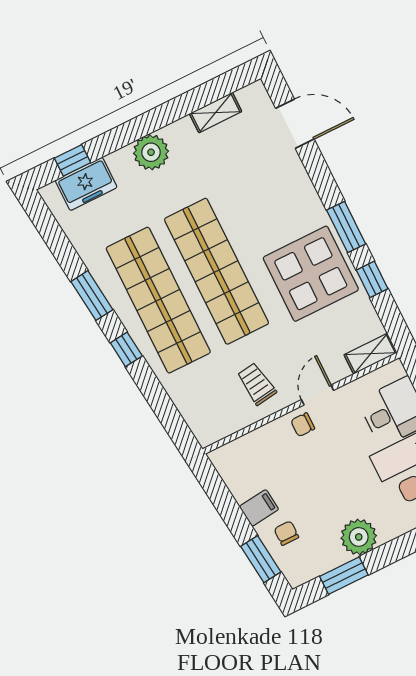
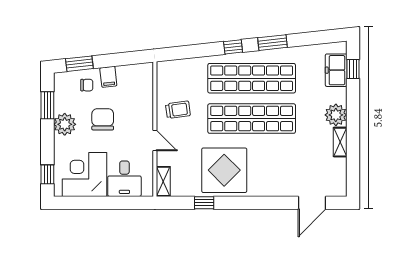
shelving: (216, 113) -> (340, 142), moved
window: (346, 227) -> (240, 203), removed
chair: (303, 425) -> (103, 119), moved, width x1.87, depth x1.87

